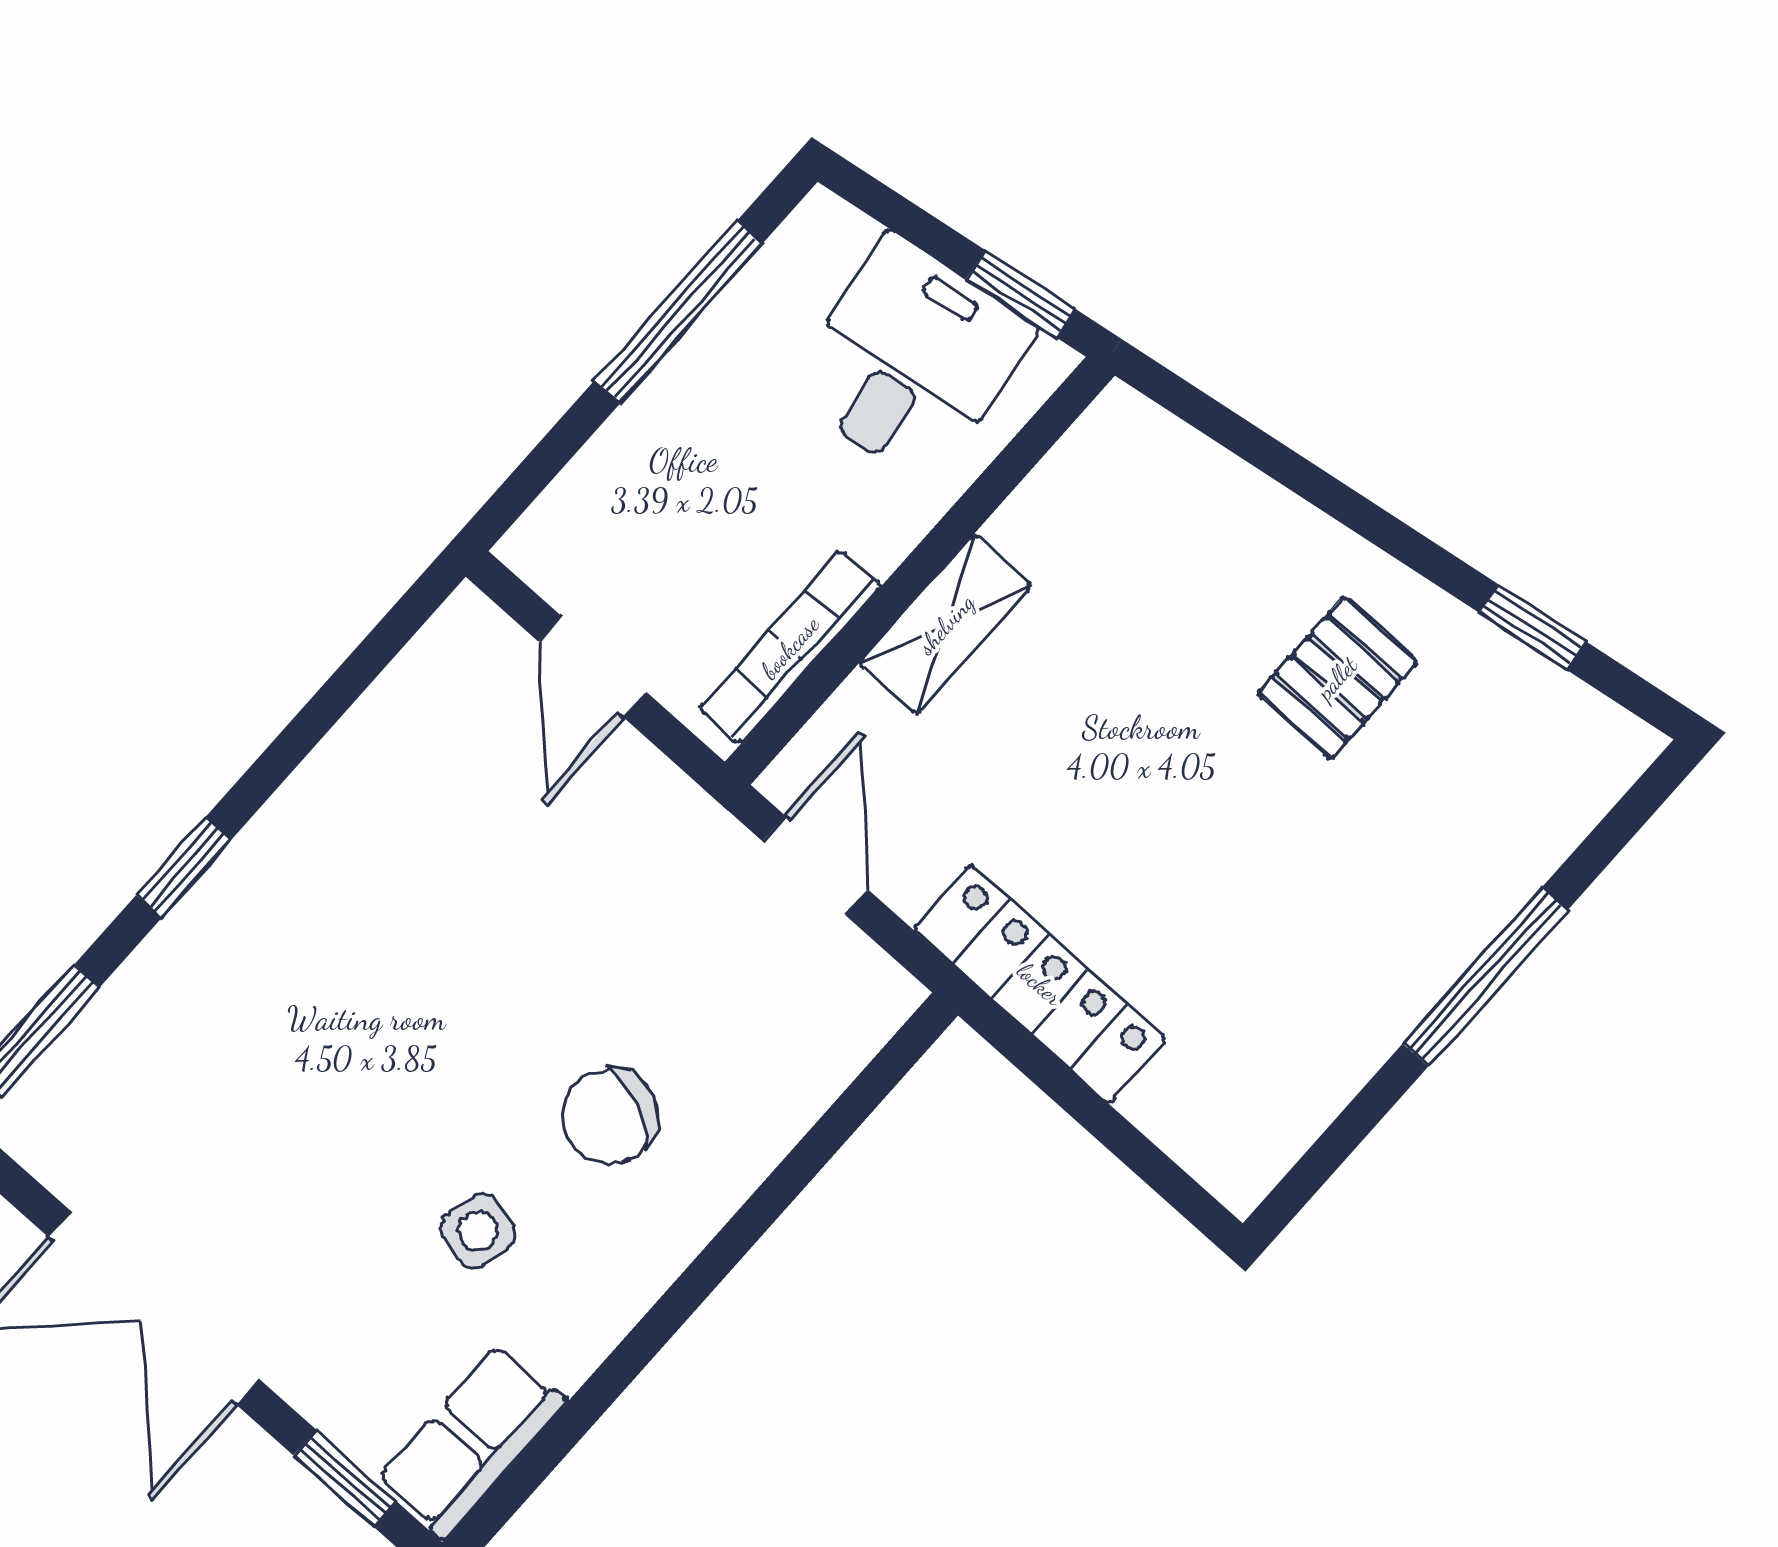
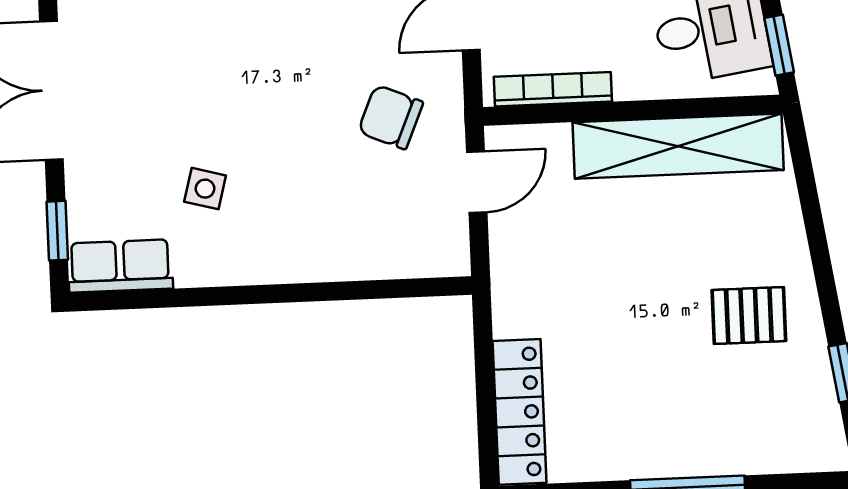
shelving: (946, 624) -> (678, 146), width x2.20, depth x1.33
locker: (1040, 984) -> (520, 412), moved
chair: (610, 1116) -> (391, 117), moved

